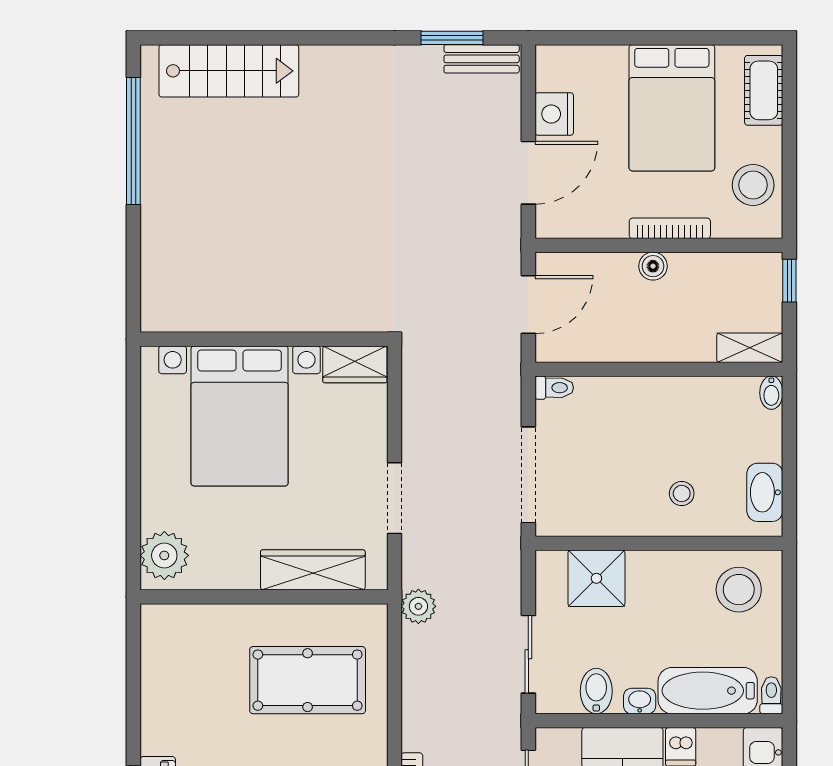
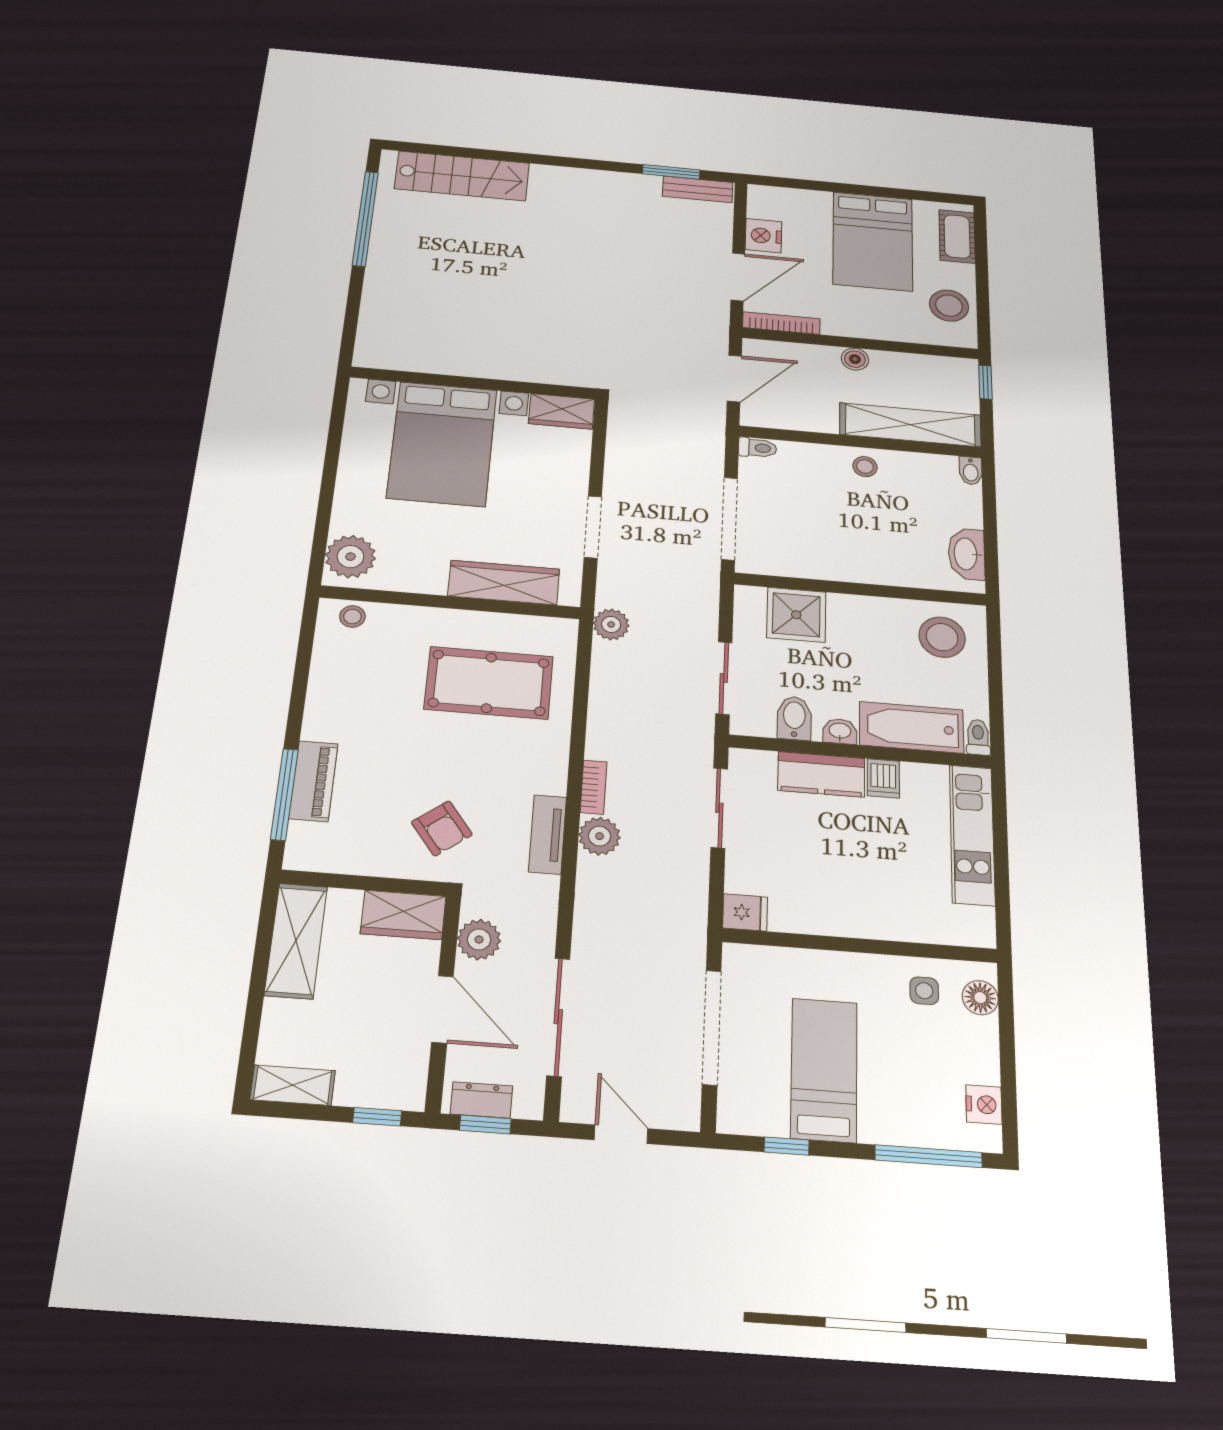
bookcase: (670, 228) -> (781, 323), moved
shelving: (750, 348) -> (910, 425), width x2.20, depth x1.33
stool: (682, 493) -> (865, 467), moved
stool: (174, 621) -> (352, 616), added

